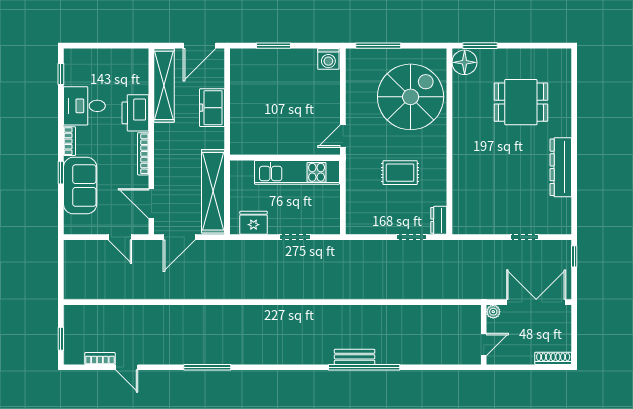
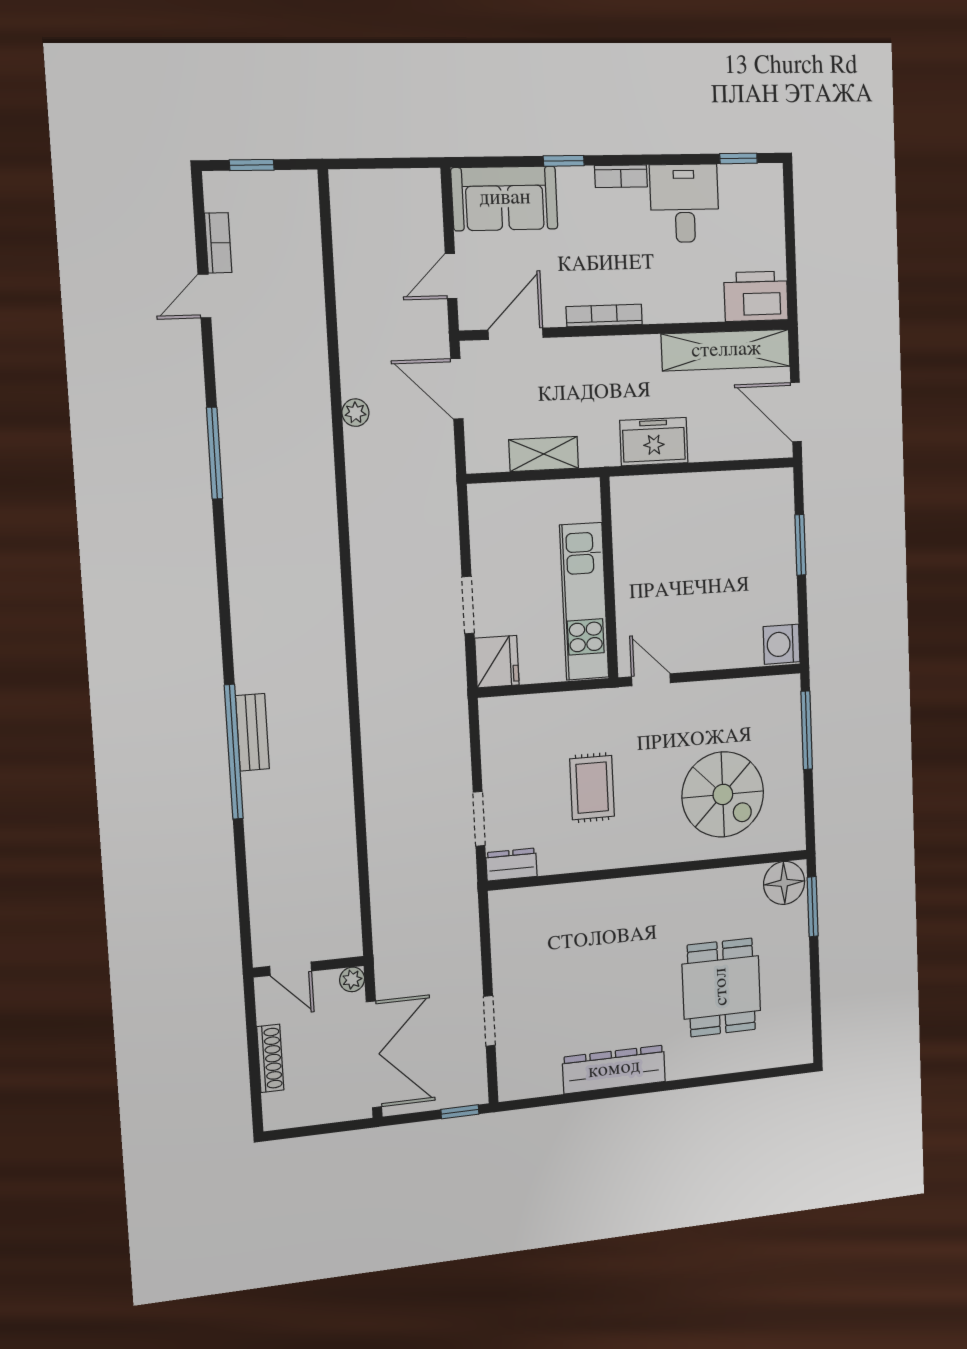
spiral stairs: (411, 97) -> (723, 794), width x0.73, depth x0.73
freezer: (212, 108) -> (654, 442), moved
printer: (135, 113) -> (756, 296), moved
sofa: (80, 186) -> (505, 198), moved
shelving: (213, 191) -> (544, 454), width x0.45, depth x0.75
fridge: (254, 223) -> (497, 662), moved
plant: (189, 292) -> (355, 413), added
shoe rack: (553, 358) -> (270, 1058), moved

